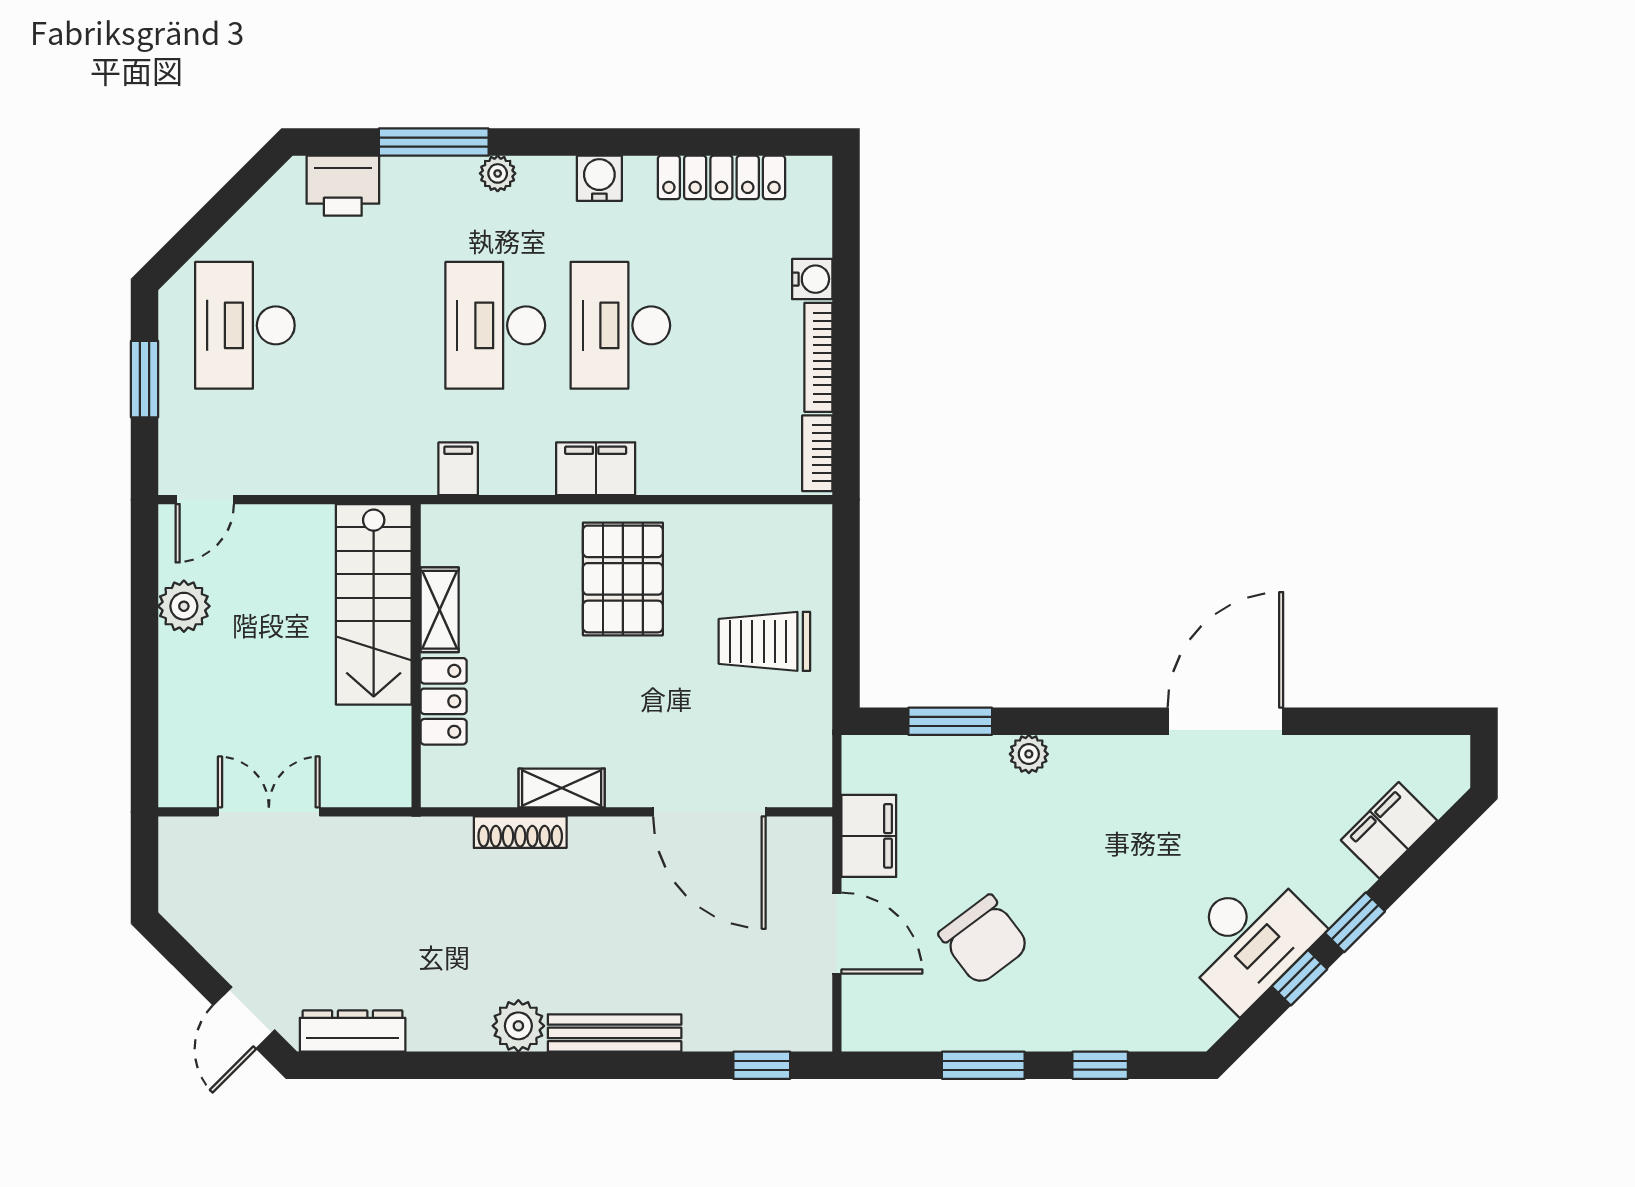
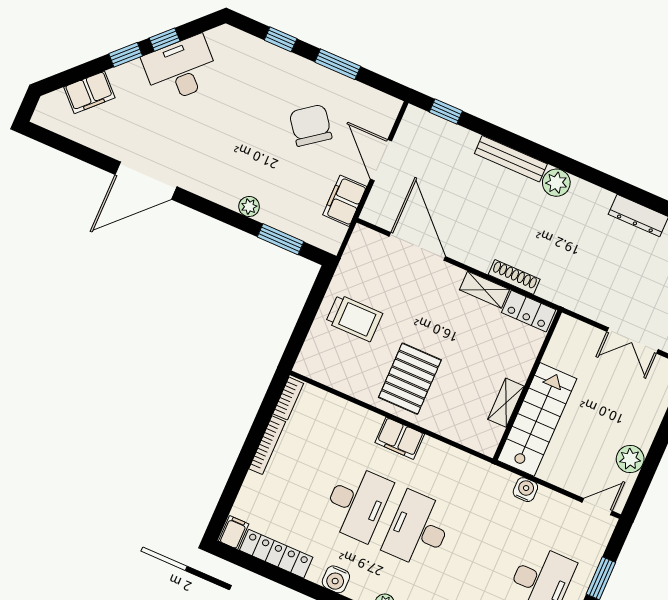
water cooler: (812, 279) -> (525, 490), moved, turned 90
desk: (495, 325) -> (418, 530), turned 180
filing cabinet: (458, 469) -> (234, 532), moved, turned 180
locker: (444, 701) -> (529, 311), moved, turned -90

